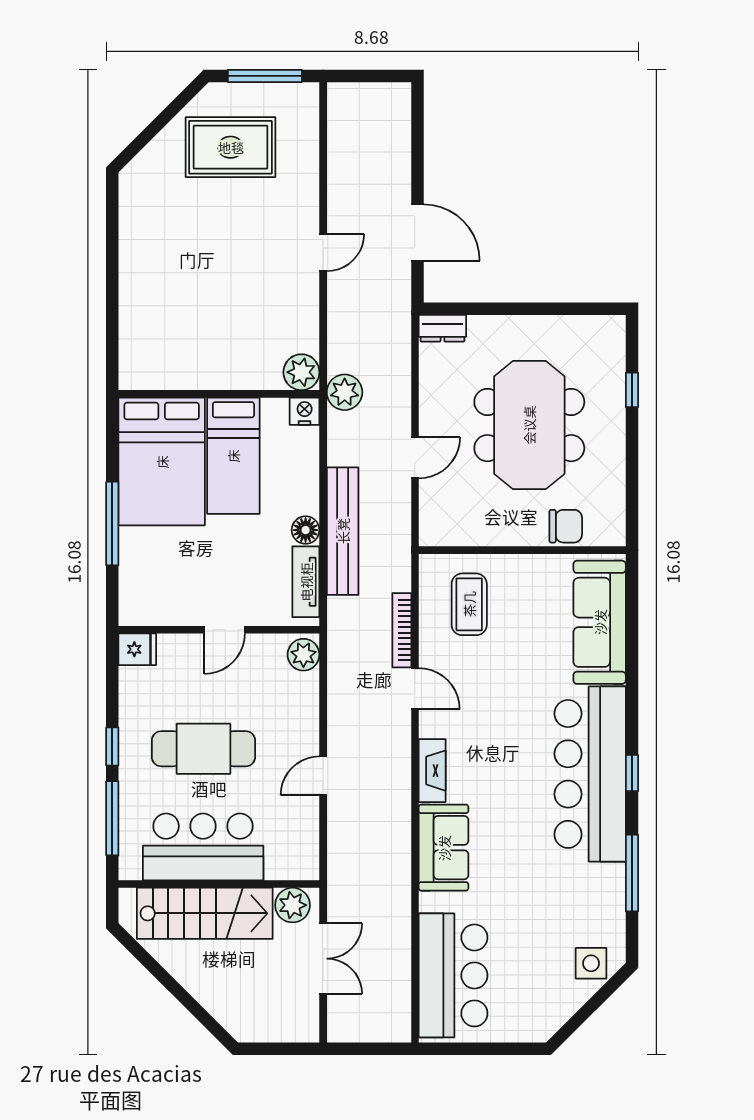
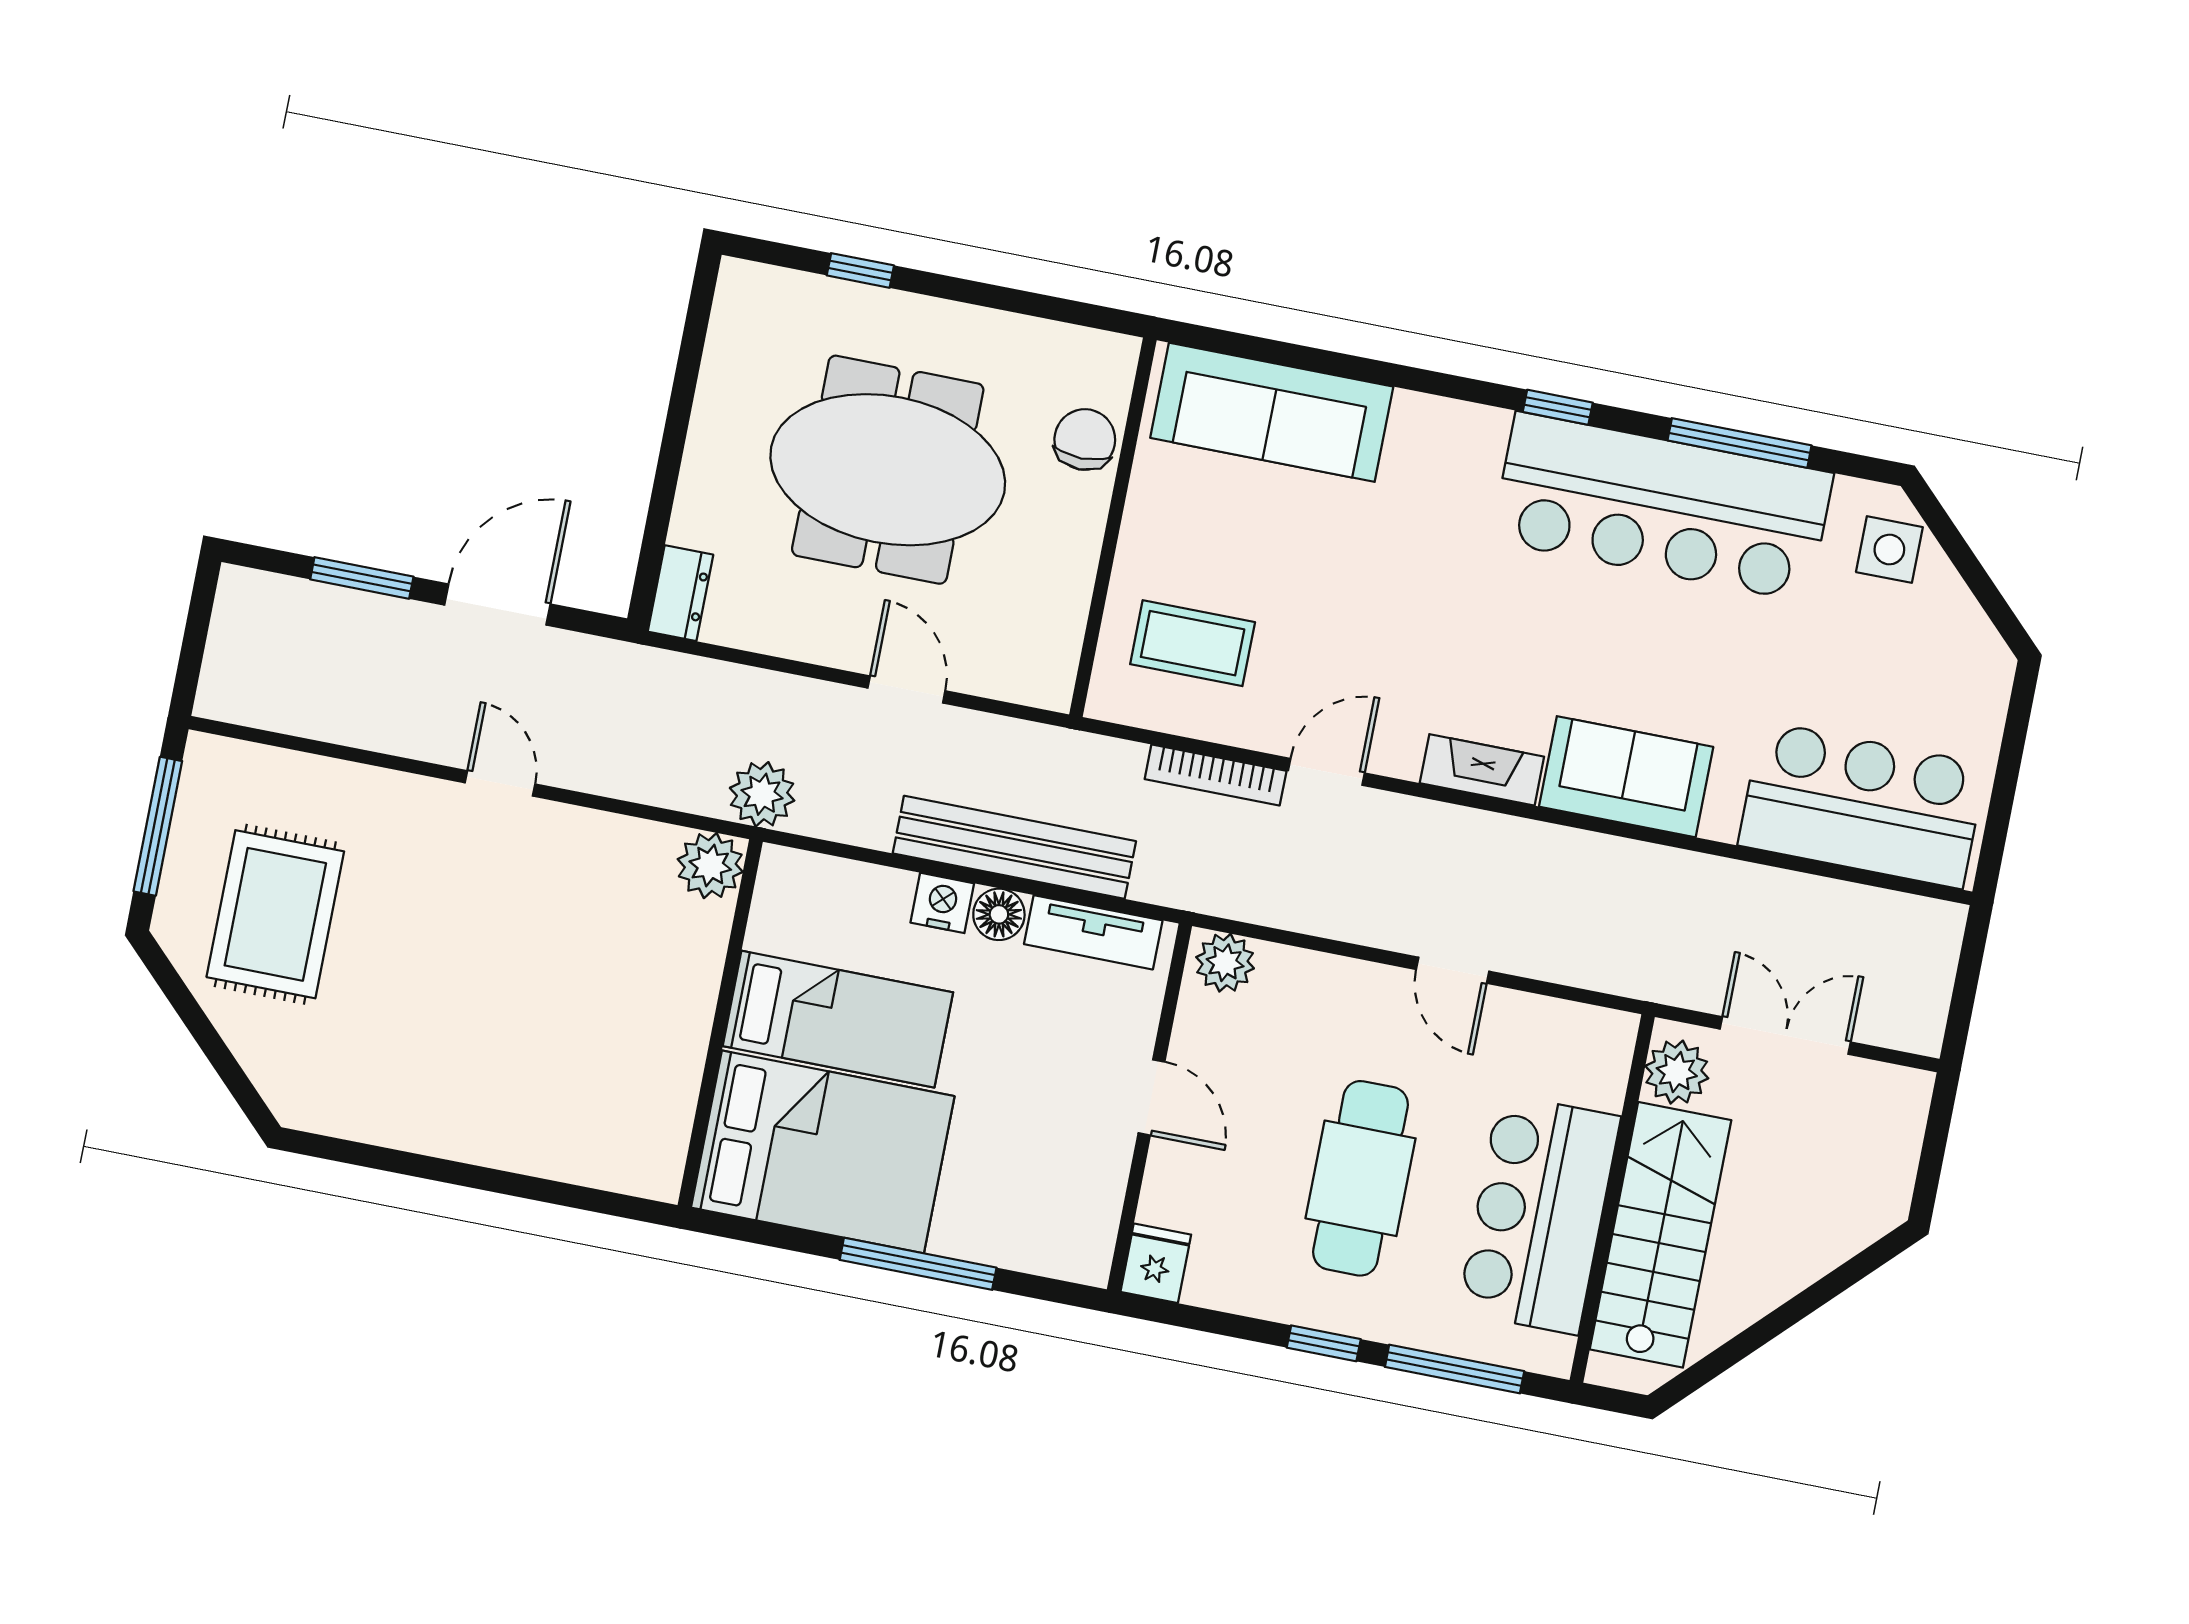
window: (417, 158) -> (362, 578), added
nightstand: (305, 411) -> (942, 903), moved, turned 90
bar counter: (590, 774) -> (1662, 507), moved

